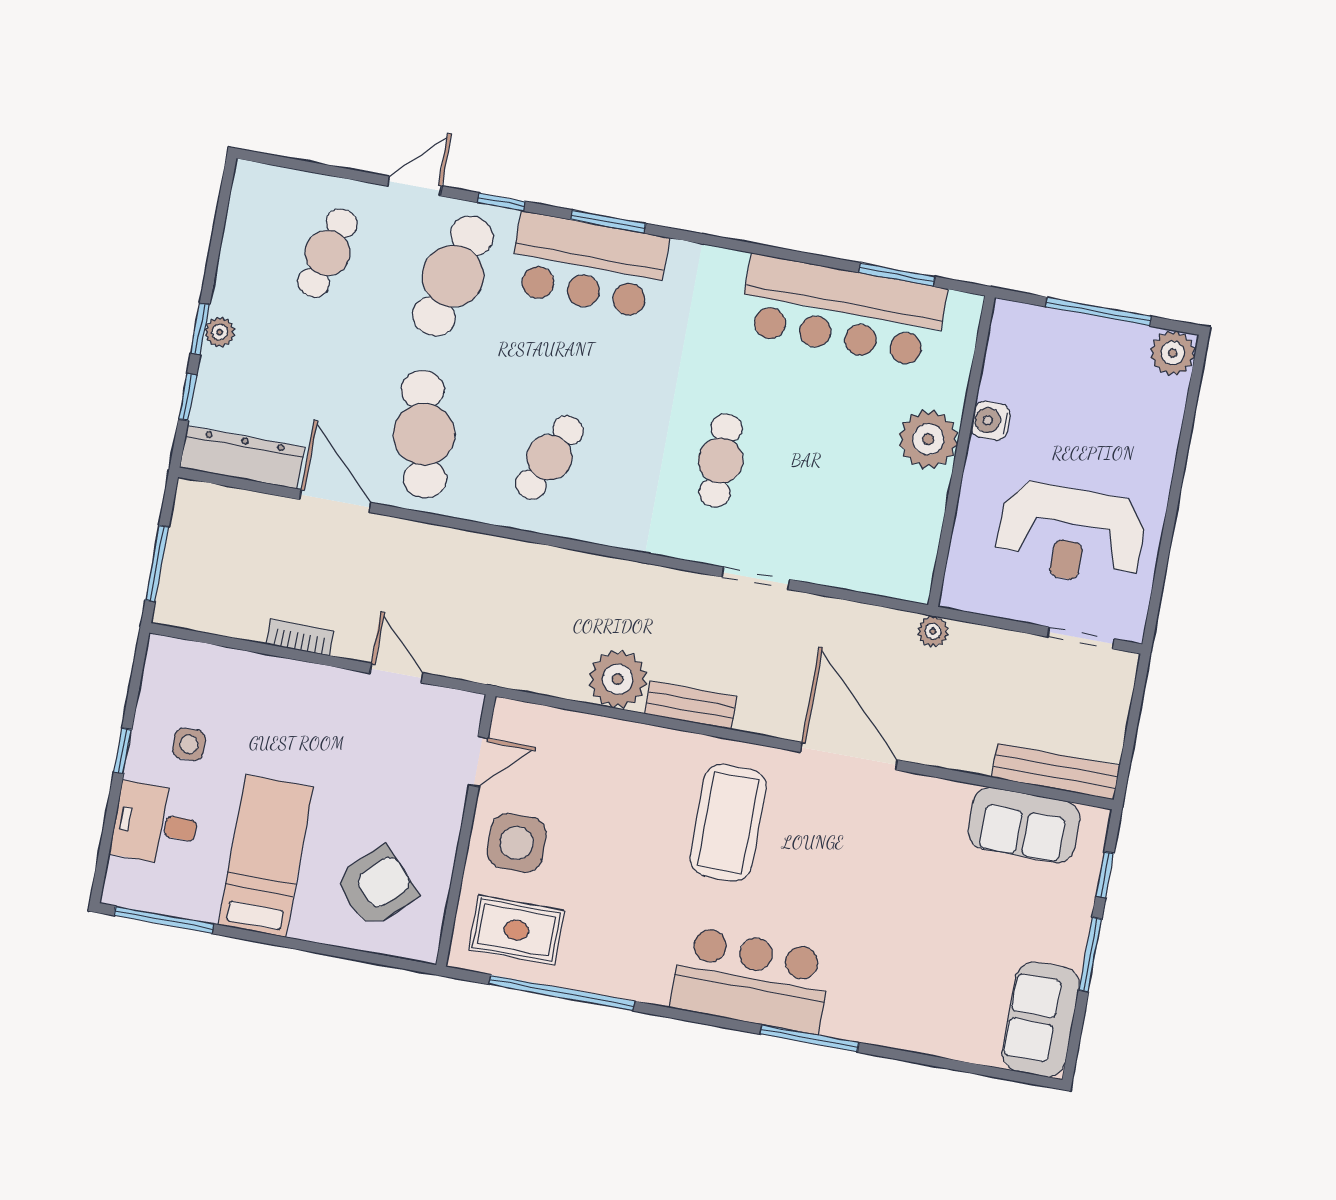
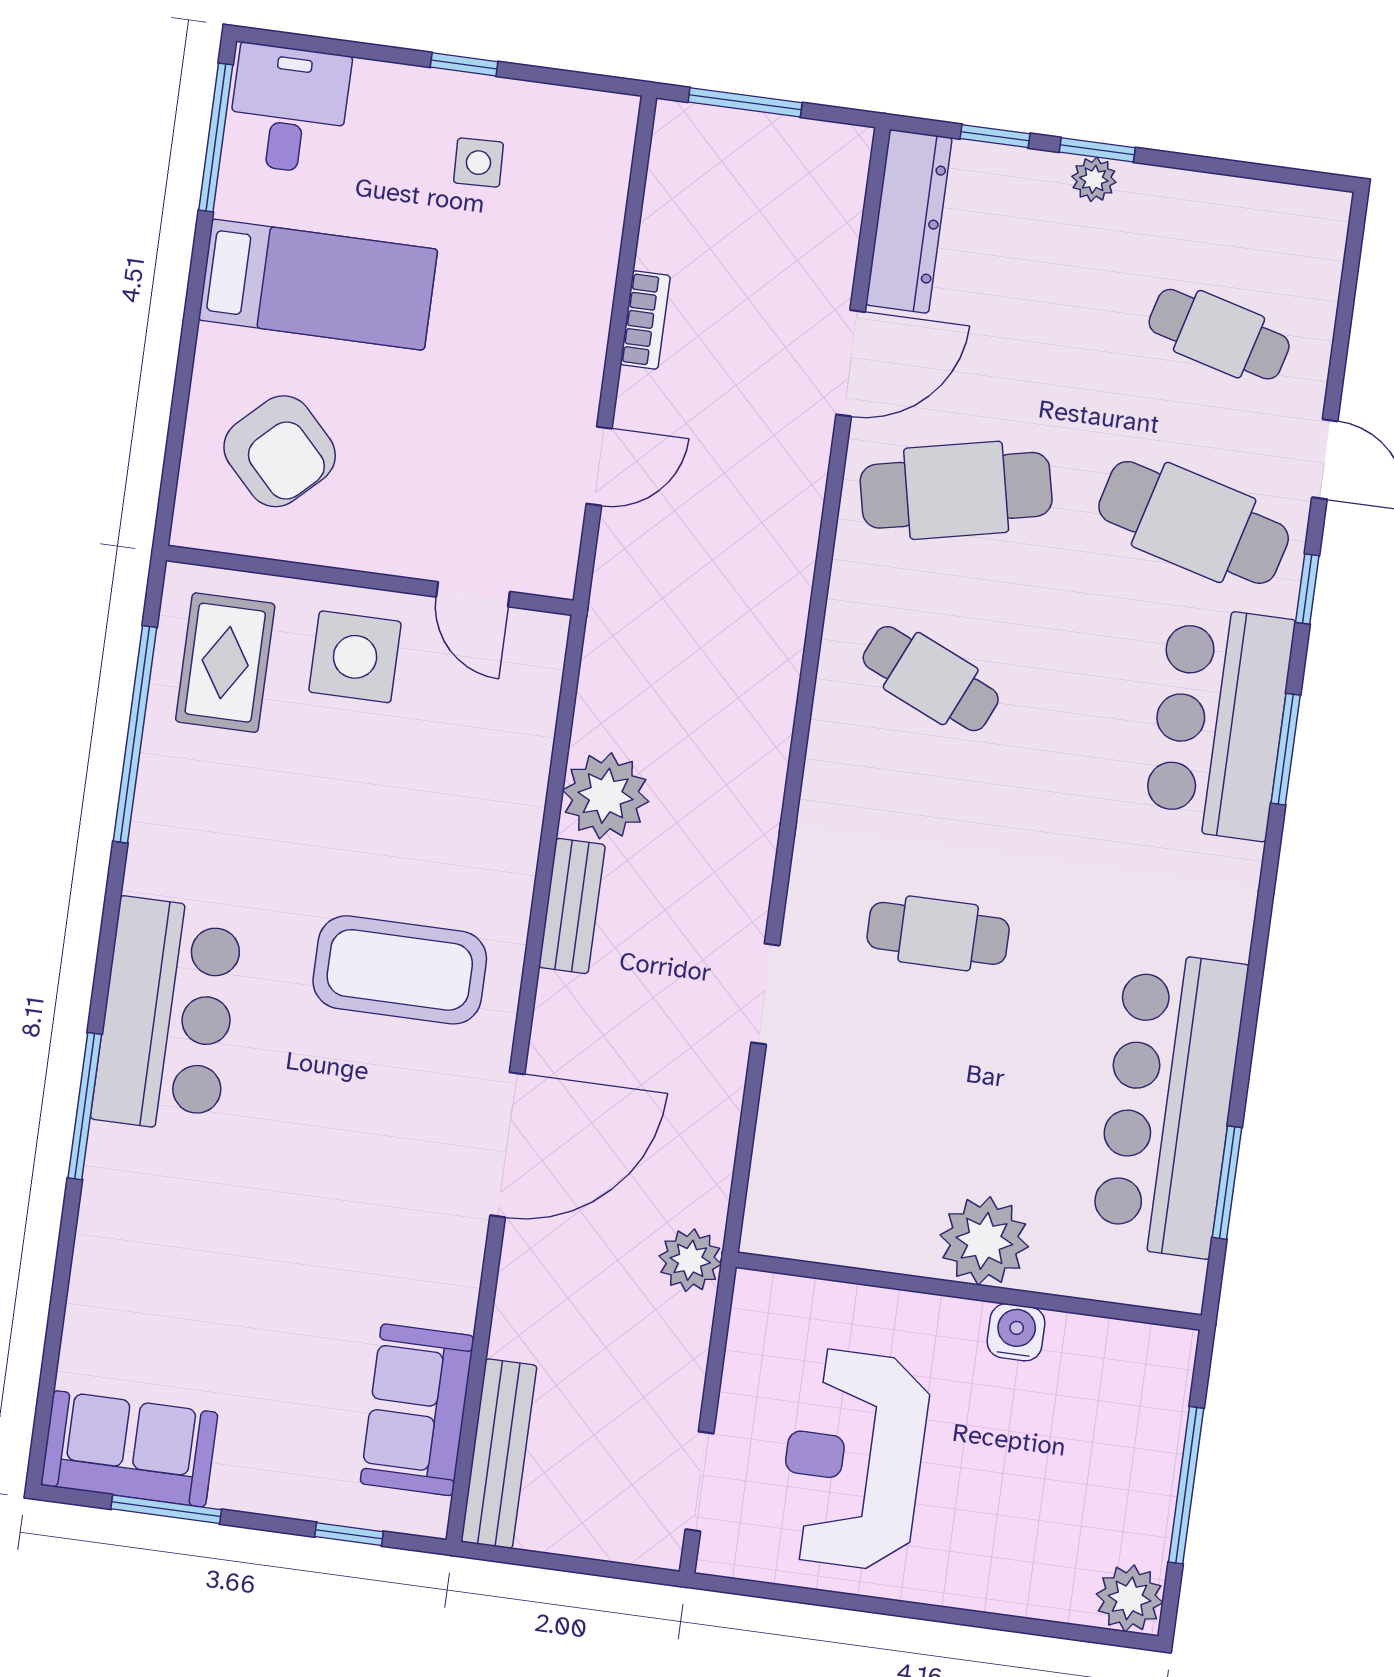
plant: (933, 631) -> (690, 1260), width x1.38, depth x1.38
desk: (156, 824) -> (289, 109), moved
window: (1090, 954) -> (166, 1509), moved

